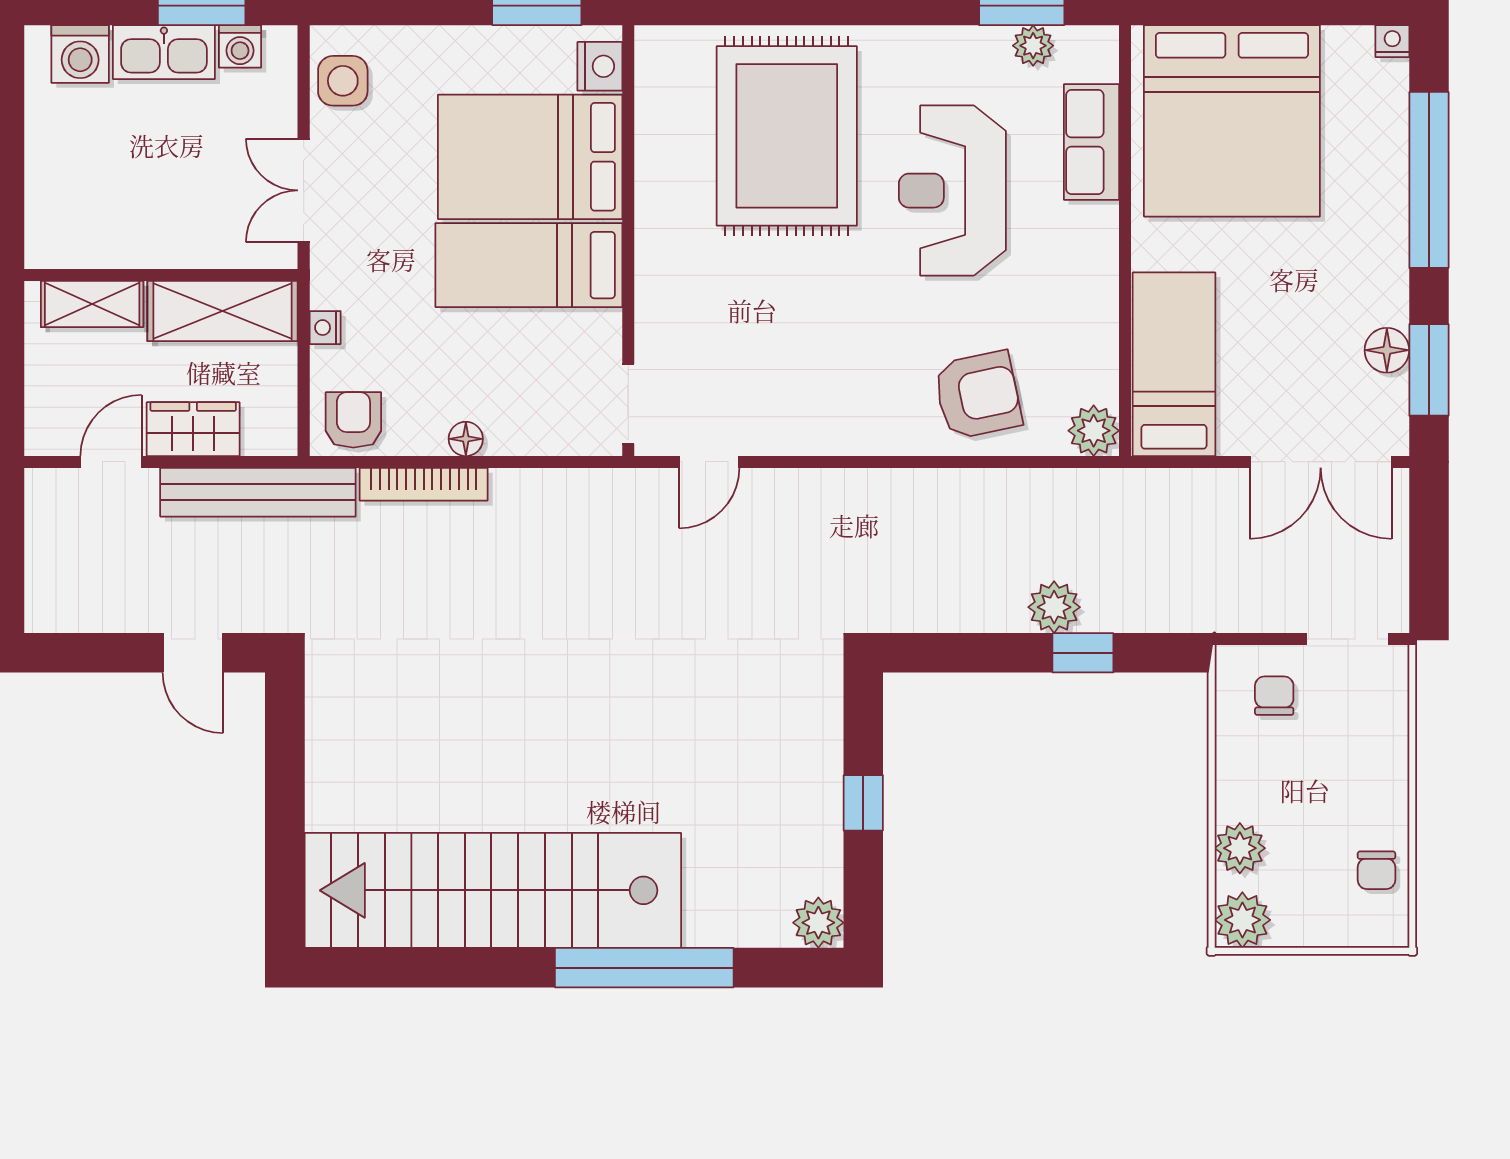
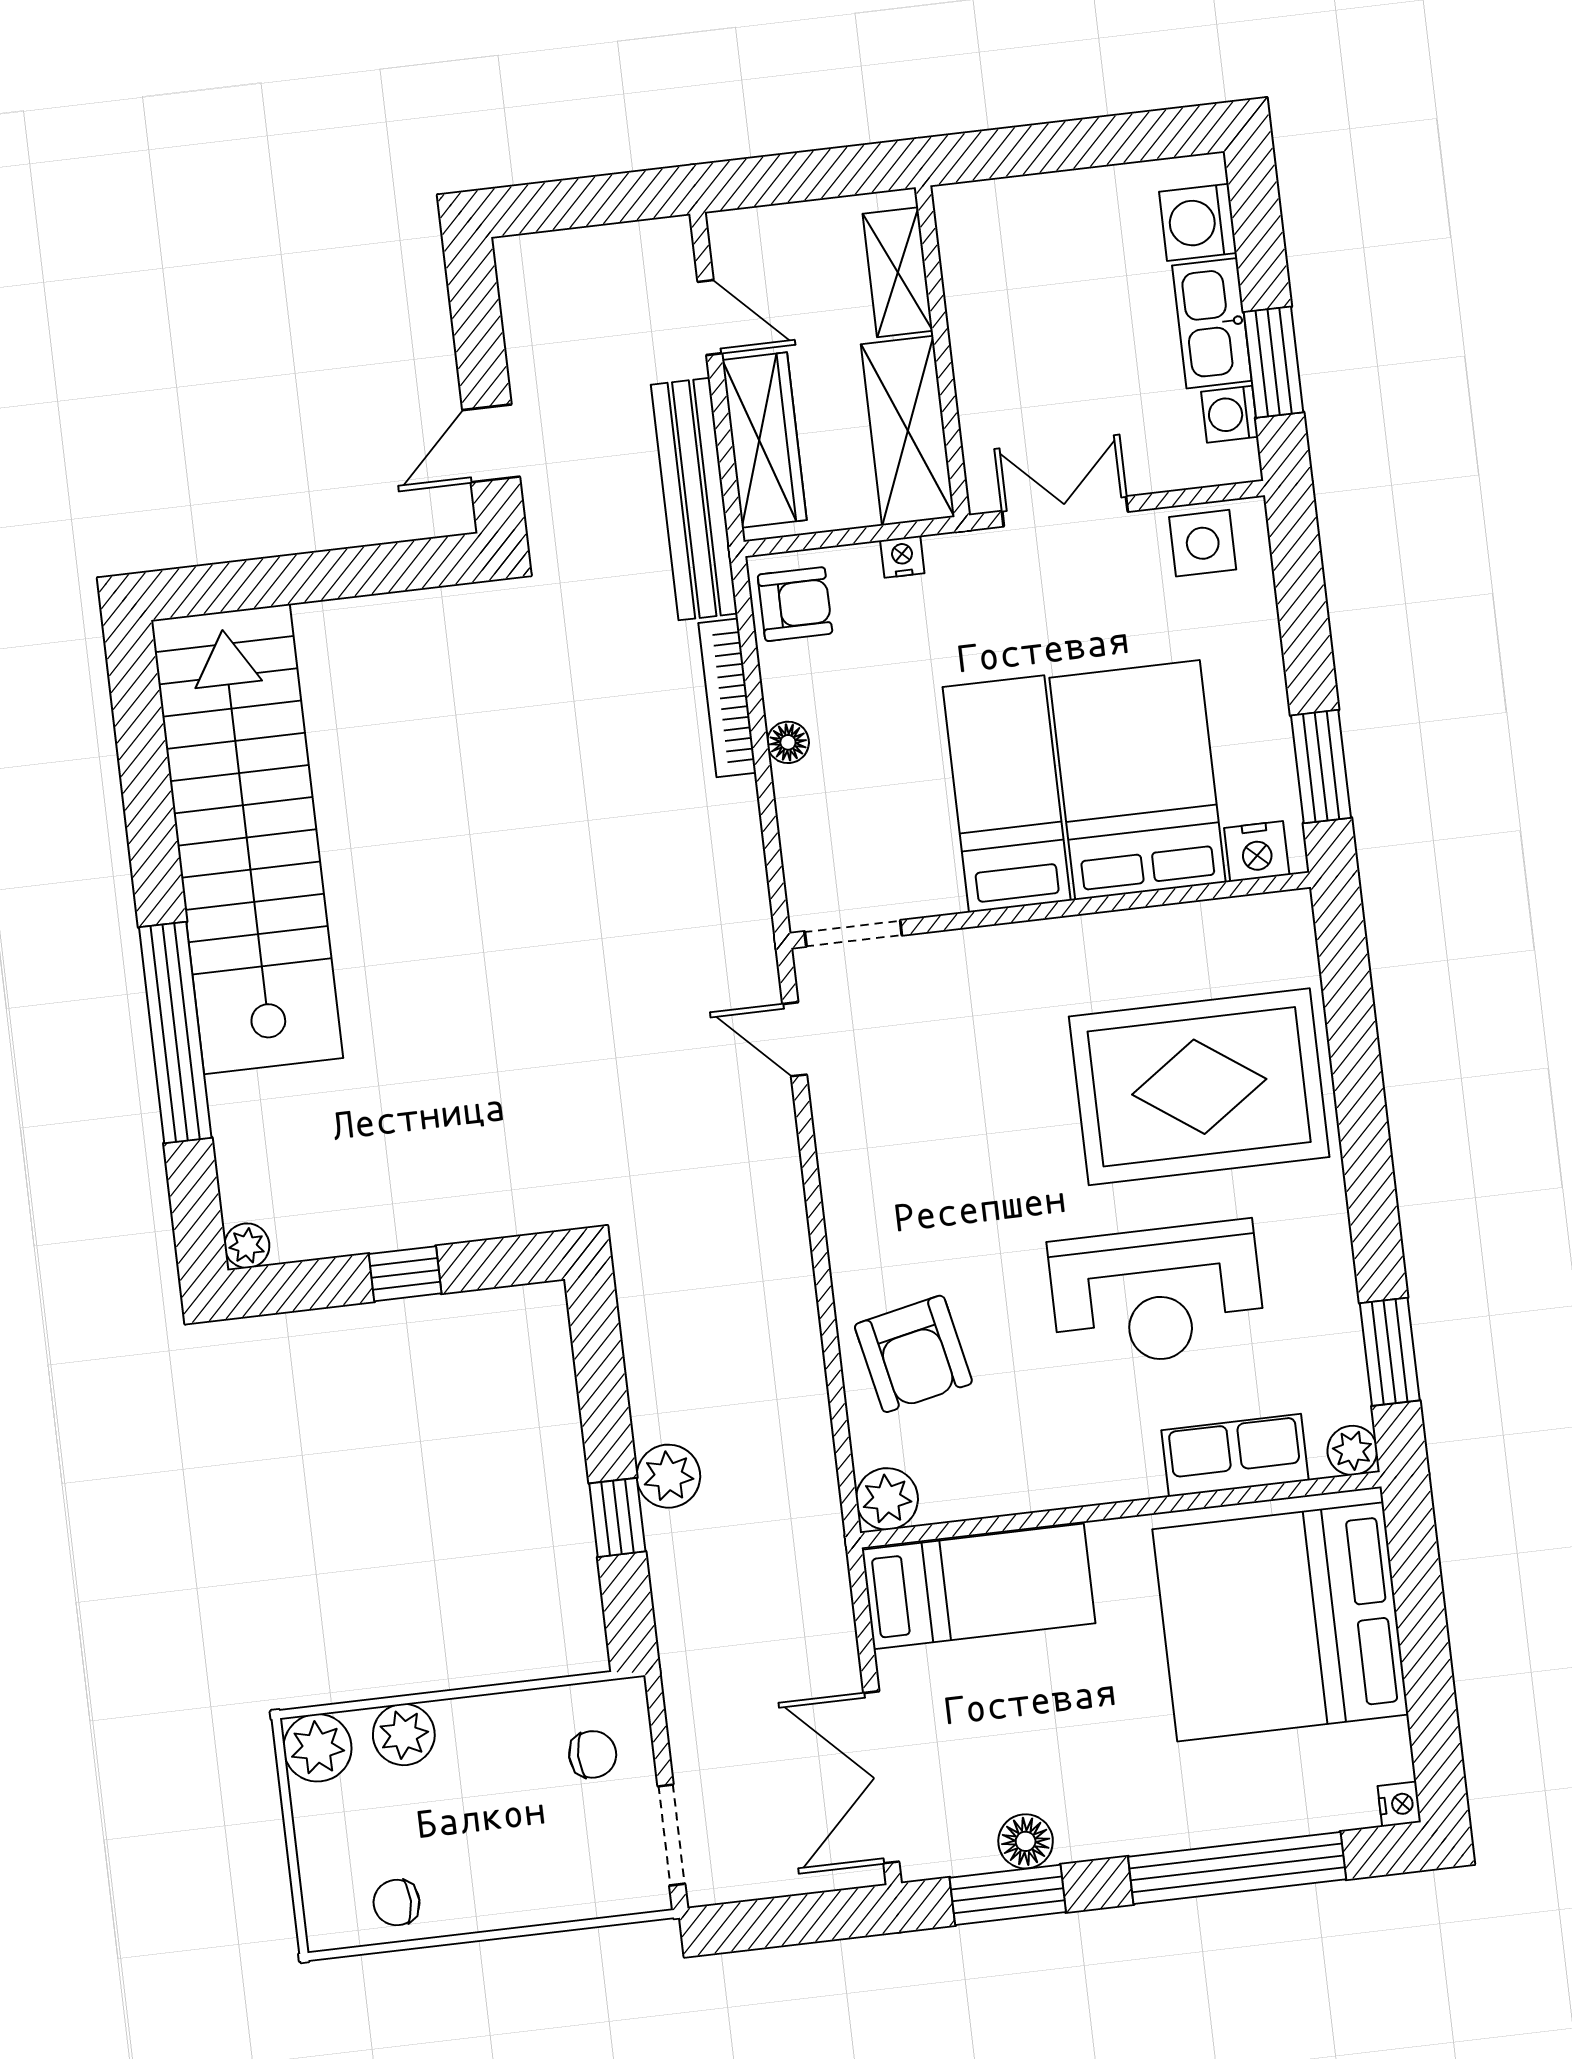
plant: (1033, 46) -> (1352, 1450), moved
reception desk: (952, 191) -> (1157, 1294), turned 180
wardrobe: (193, 429) -> (764, 440), width x1.50
plant: (818, 923) -> (247, 1246), width x0.73, depth x0.73

